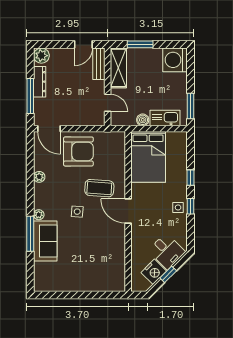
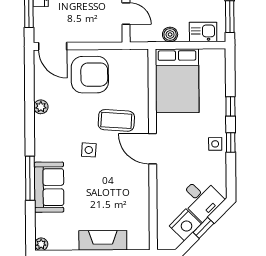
kitchen sink: (165, 118) -> (203, 32), width x0.73
plant: (39, 215) -> (41, 244), moved
fireplace: (88, 284) -> (103, 240), added

